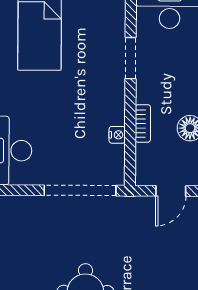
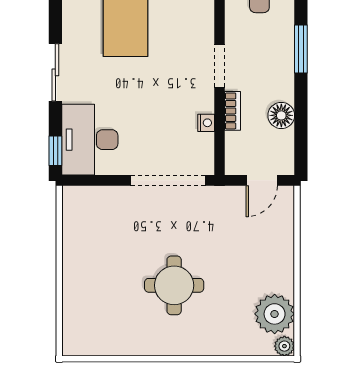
doorway: (131, 58) -> (220, 66), moved

